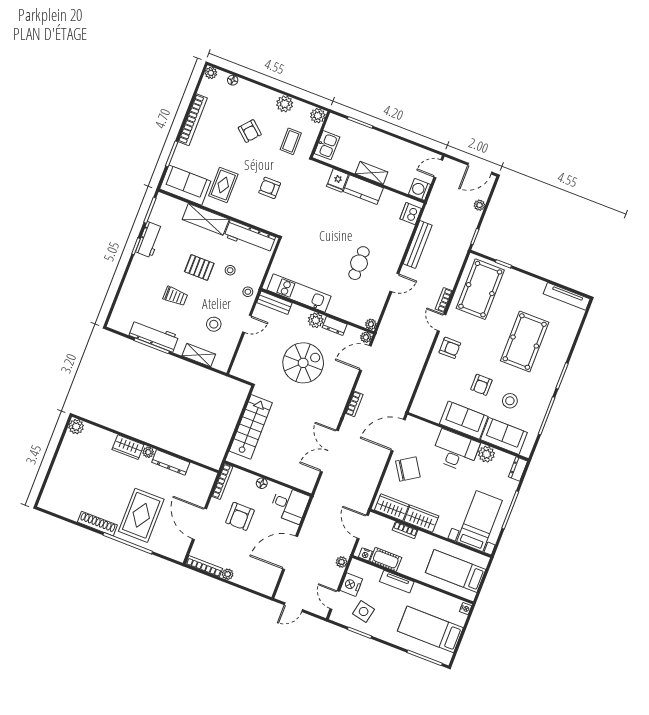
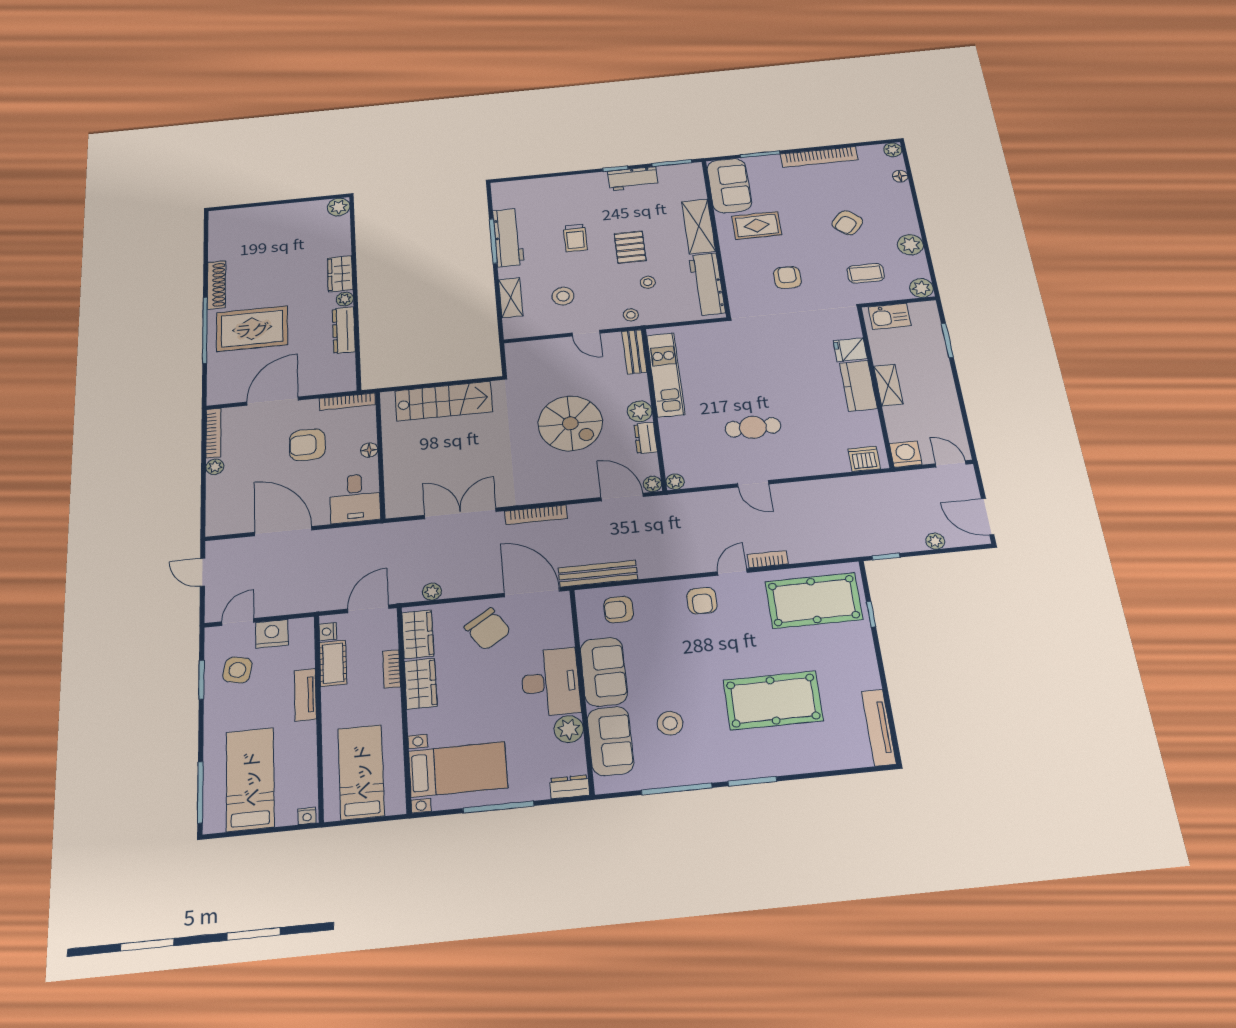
bench: (418, 244) -> (598, 574), moved
armchair: (481, 385) -> (619, 610), moved
bookcase: (354, 404) -> (536, 515), width x1.56
plant: (342, 562) -> (432, 592), moved

